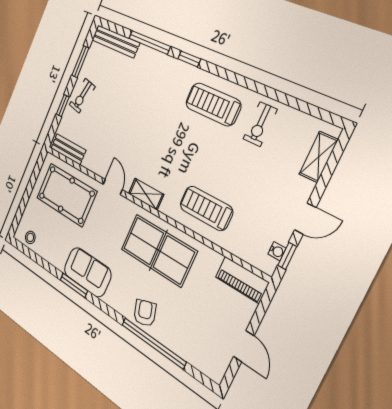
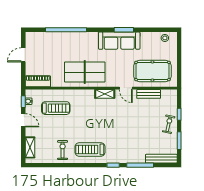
treadmill: (213, 104) -> (90, 149), turned 180
bench: (68, 149) -> (149, 94), moved
treadmill: (206, 208) -> (56, 108), moved
door: (305, 219) -> (23, 120), swing flipped
sofa: (87, 272) -> (119, 41), width x1.36
armchair: (145, 313) -> (77, 40), removed
door: (244, 346) -> (23, 55), hinge flipped

